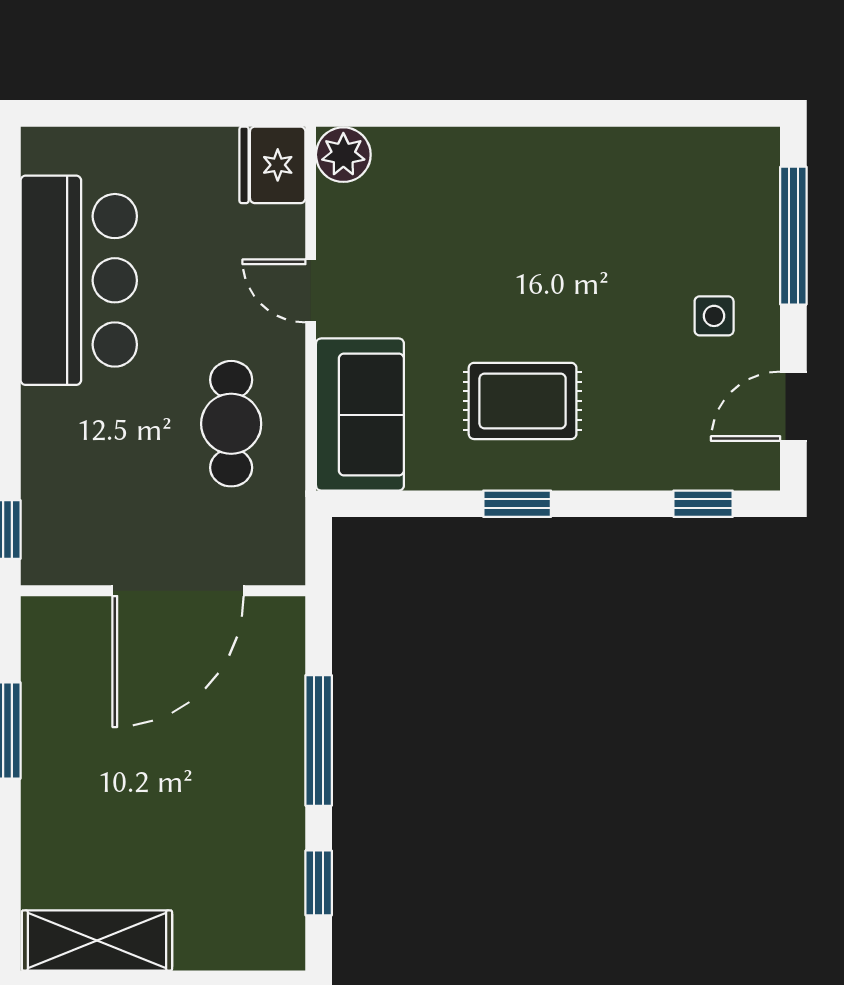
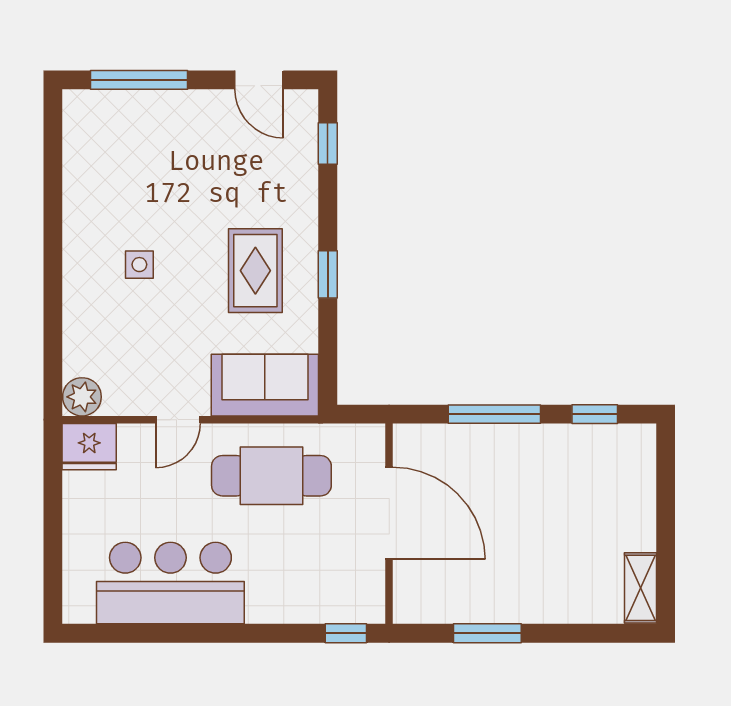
side table: (714, 316) -> (139, 265), moved
cafe table: (231, 424) -> (271, 476), width x1.37, depth x1.35
shelving: (97, 940) -> (641, 588), width x0.67, depth x0.75

